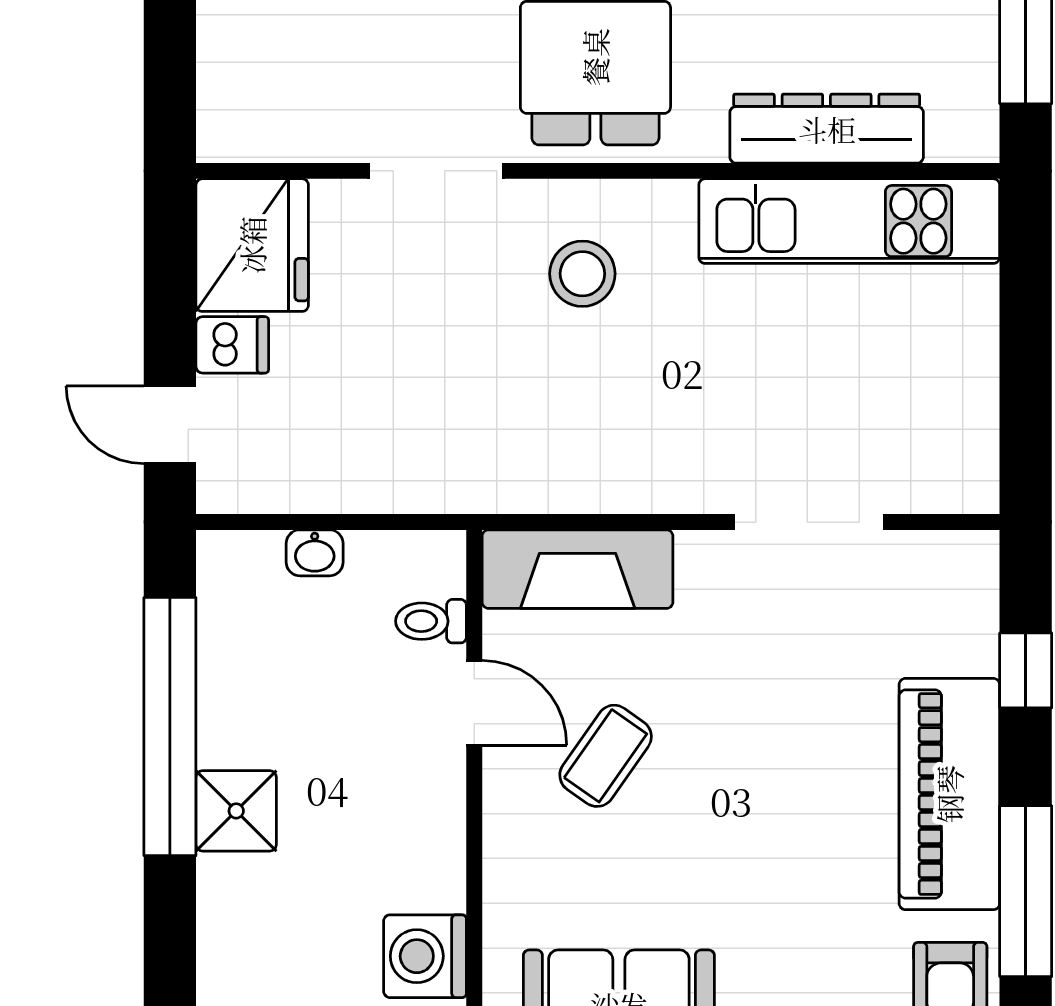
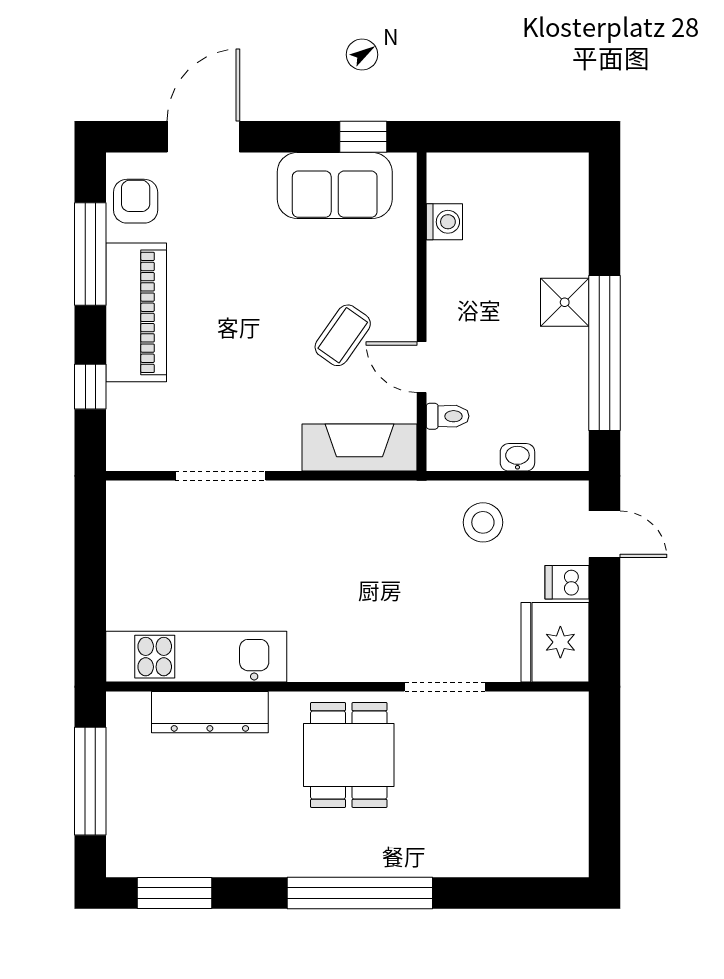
stool: (582, 274) -> (483, 522), moved
washing machine: (425, 956) -> (444, 222), width x0.73, depth x0.73

